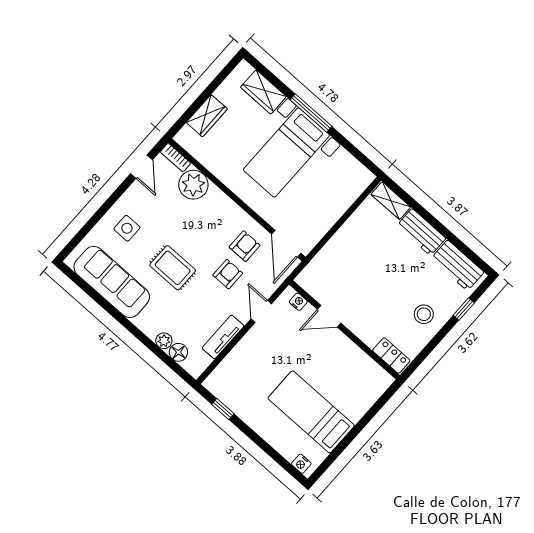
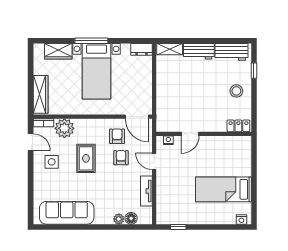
wardrobe: (207, 116) -> (41, 94), width x1.50
dresser: (359, 173) -> (142, 49), added
side table: (127, 228) -> (52, 162), moved
rug: (173, 268) -> (86, 158), moved, turned 90

